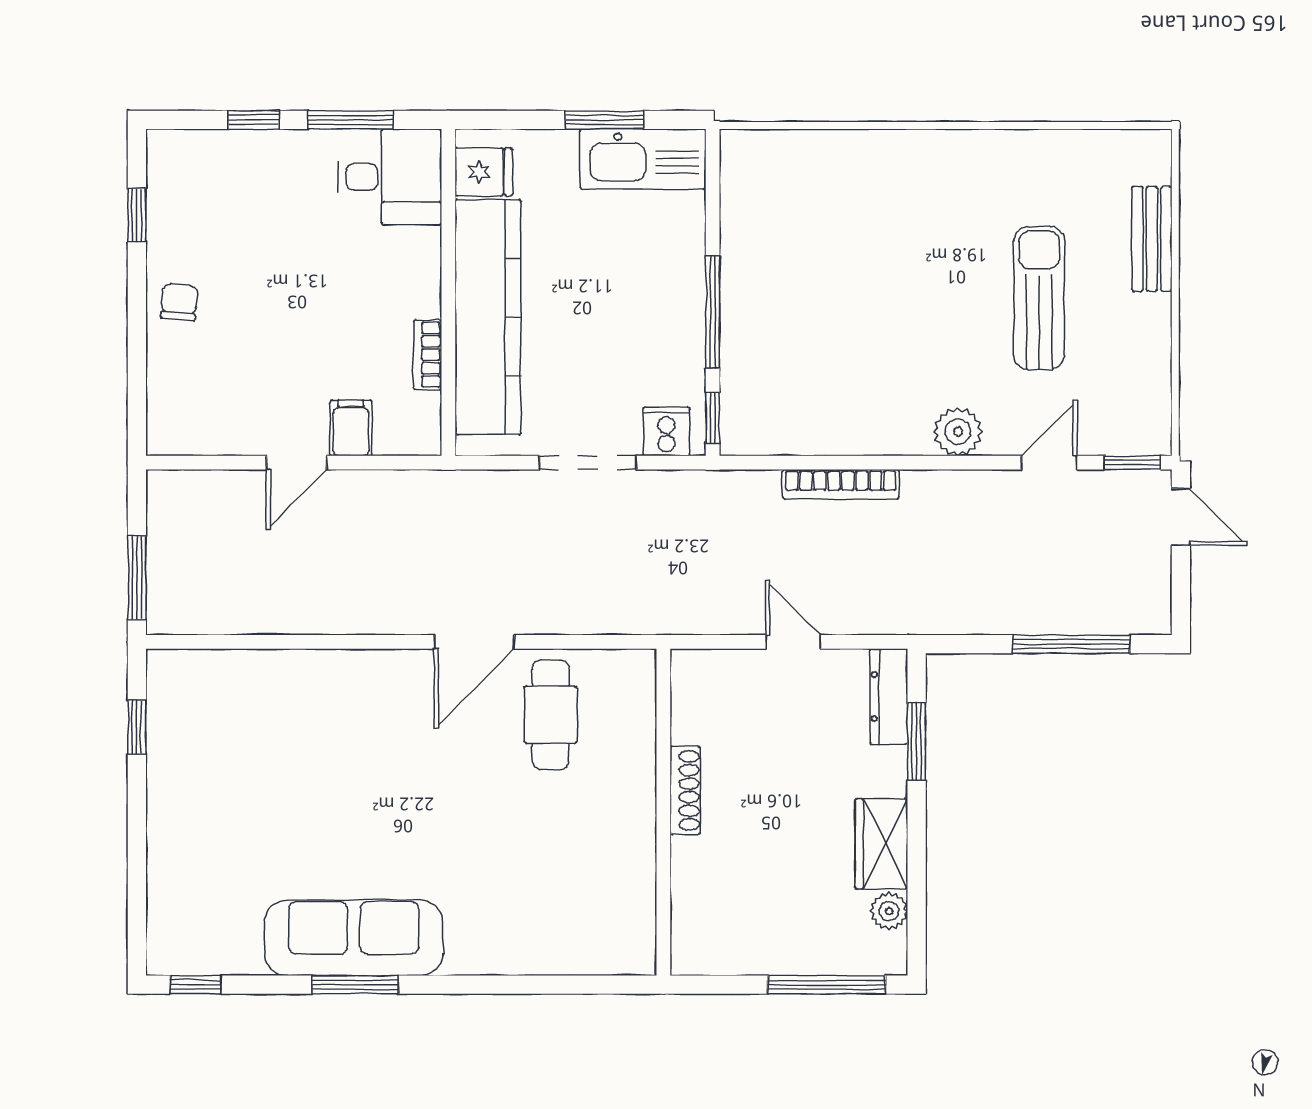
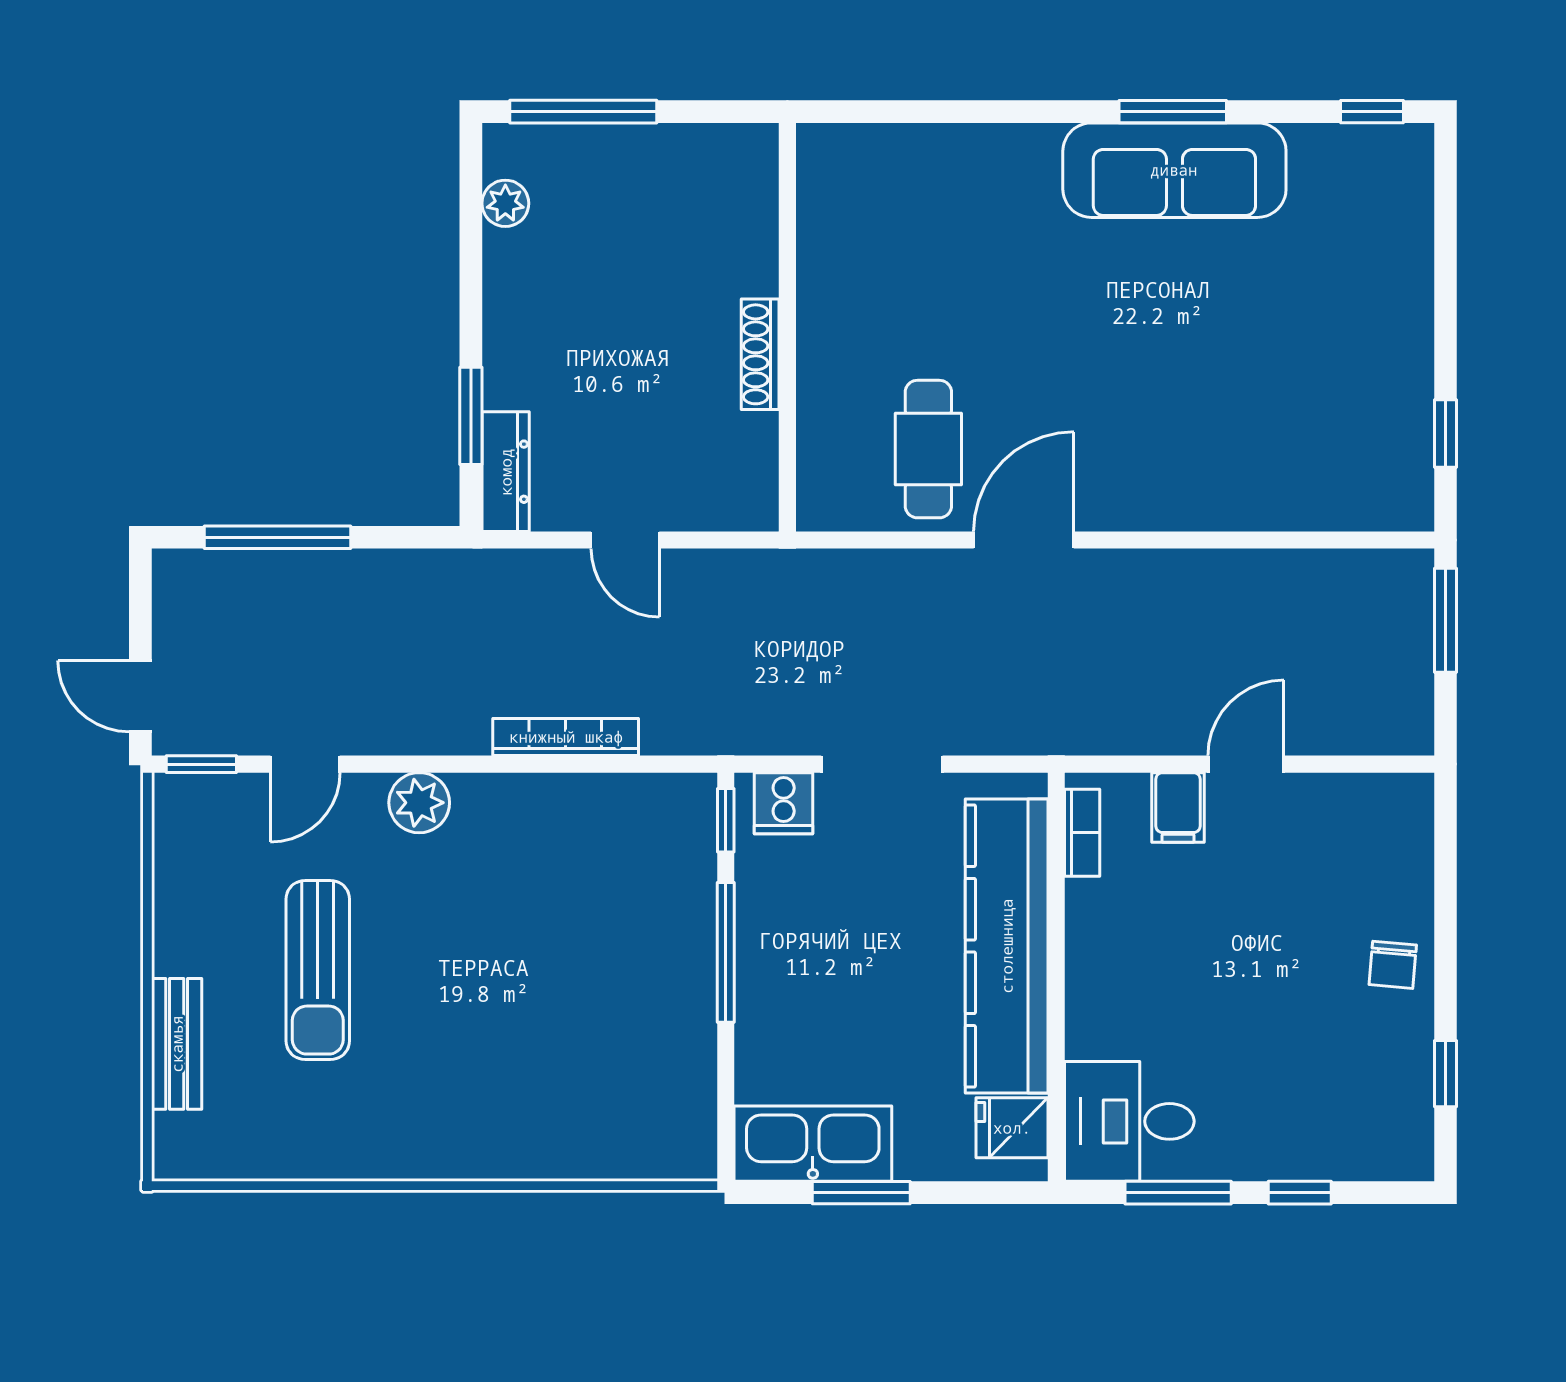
bookcase: (428, 355) -> (1082, 833), moved
wardrobe: (881, 844) -> (515, 288), removed

